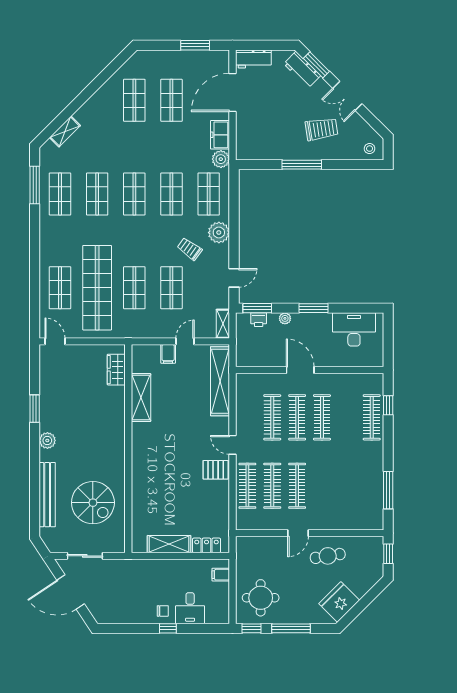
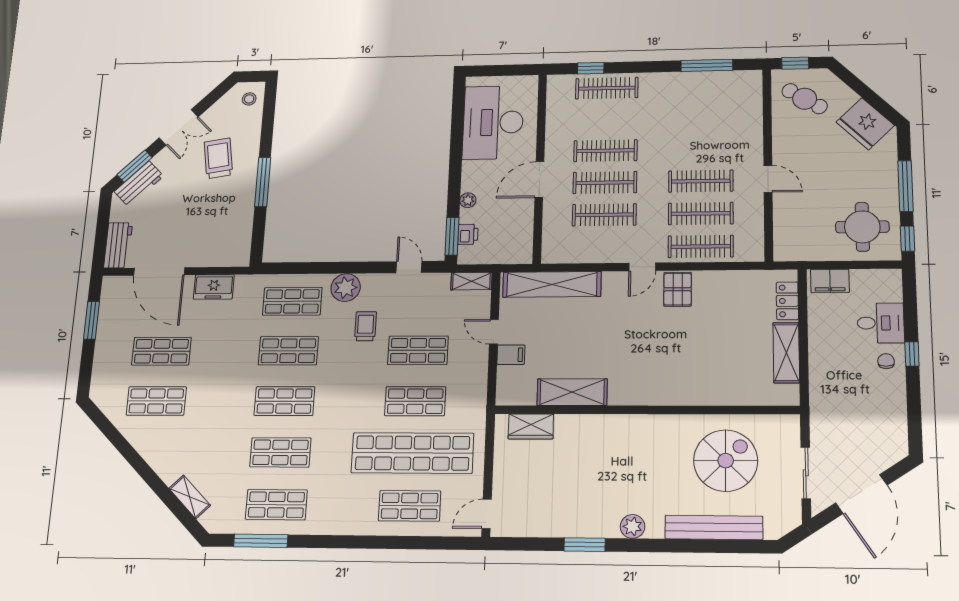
plant: (221, 159) -> (246, 286), removed
trolley: (190, 249) -> (365, 326), turned 144
window: (313, 308) -> (455, 164), removed
desk: (354, 329) -> (493, 122), width x1.36, depth x1.30
cafe table: (328, 556) -> (805, 99), moved, turned -49
filing cabinet: (221, 575) -> (830, 281), width x2.00

